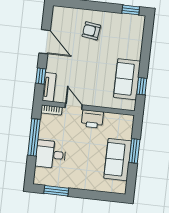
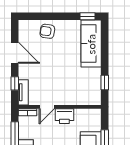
armchair: (91, 31) -> (47, 31), moved
sofa: (127, 79) -> (91, 44), moved, width x1.36
door: (74, 106) -> (47, 107), swing flipped

